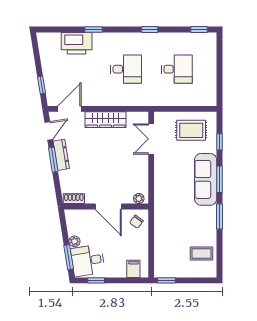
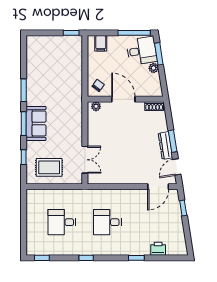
printer: (77, 43) -> (158, 249), width x0.53, depth x0.68
wardrobe: (106, 120) -> (126, 177), removed
sofa: (206, 179) -> (36, 123), width x0.73
coffee table: (202, 253) -> (40, 57), removed
window: (96, 280) -> (134, 33), width x2.17

